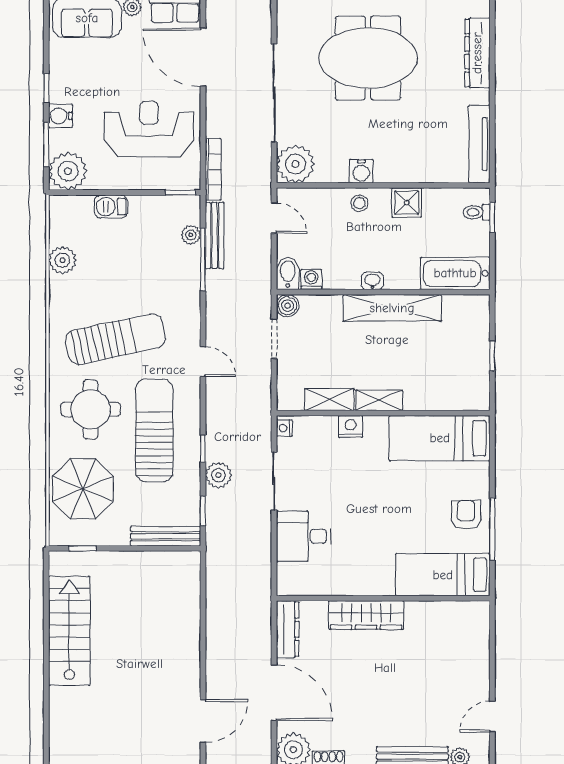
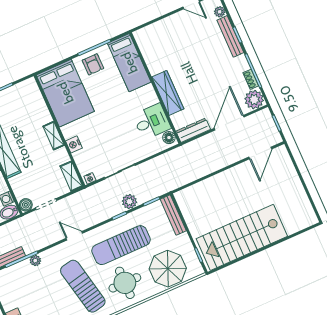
plant: (191, 235) -> (35, 261), moved
door: (203, 362) -> (74, 236), hinge flipped
shelving: (329, 400) -> (71, 176), moved
bed: (440, 438) -> (65, 93), width x1.50
armchair: (466, 515) -> (93, 64), turned -90
desk: (304, 536) -> (152, 122), moved, turned -90
floor lamp: (293, 585) -> (169, 138), added
stairs: (69, 631) -> (242, 237), width x1.36, depth x1.51
door: (203, 721) -> (260, 153), swing flipped

